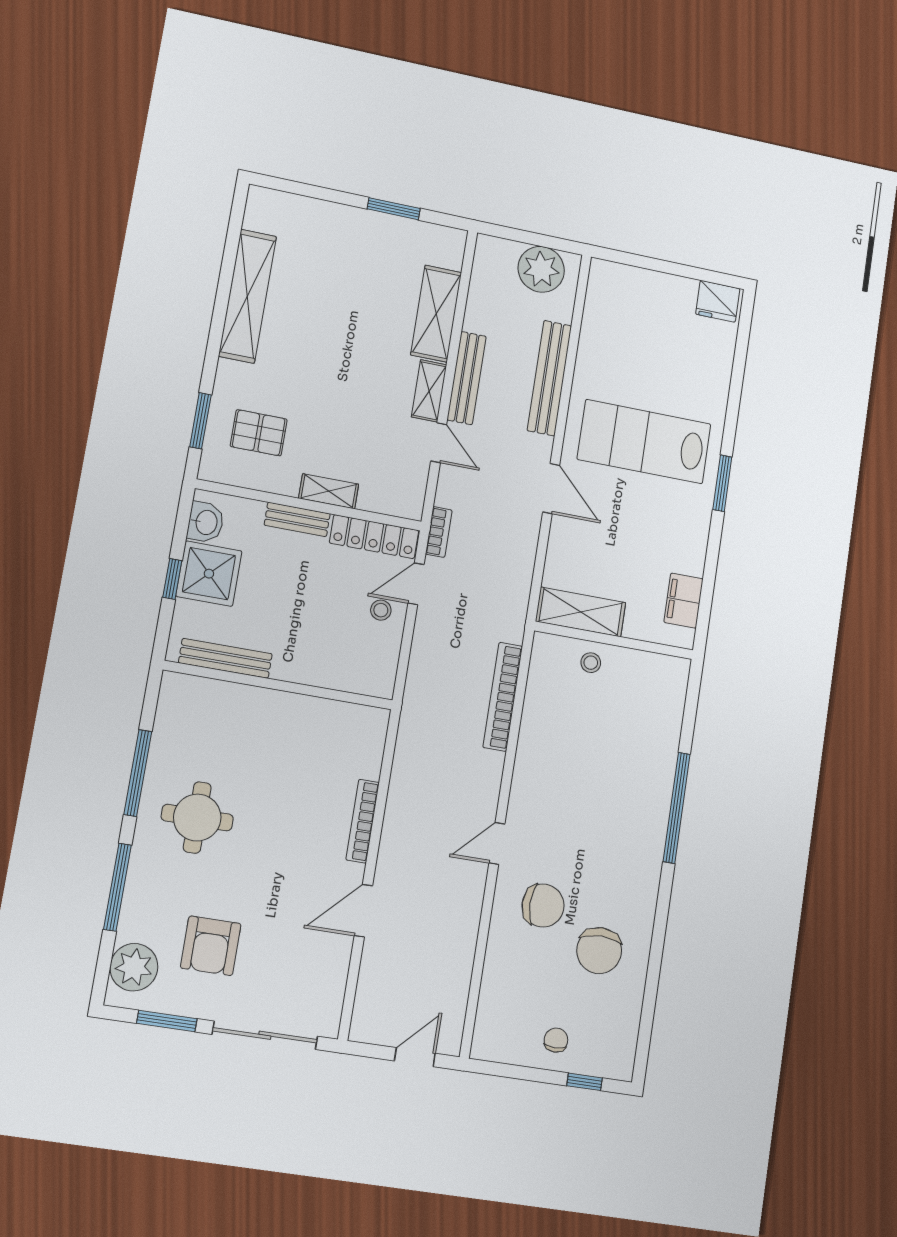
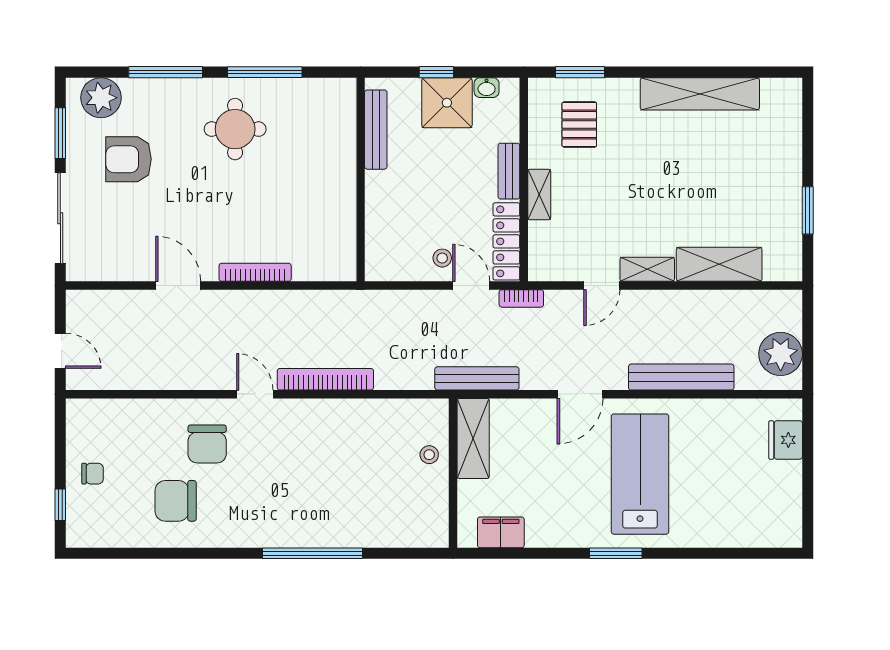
fridge: (718, 301) -> (786, 440), moved
bench: (467, 378) -> (477, 378), moved
washbasin: (206, 522) -> (487, 88), width x0.72, depth x0.69
bookcase: (503, 697) -> (325, 379), moved

